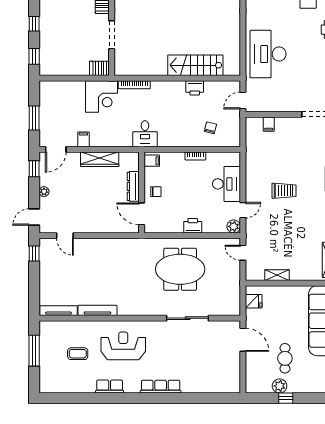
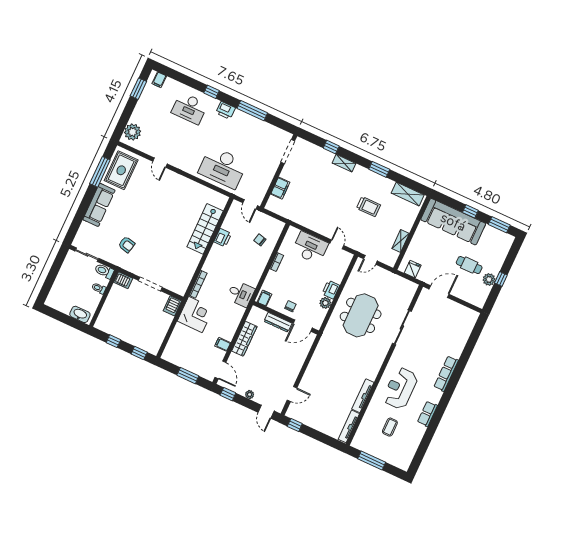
filing cabinet: (269, 124) -> (280, 188), width x2.00
trolley: (284, 191) -> (369, 207), moved, turned 90
plant: (234, 226) -> (325, 303), moved

